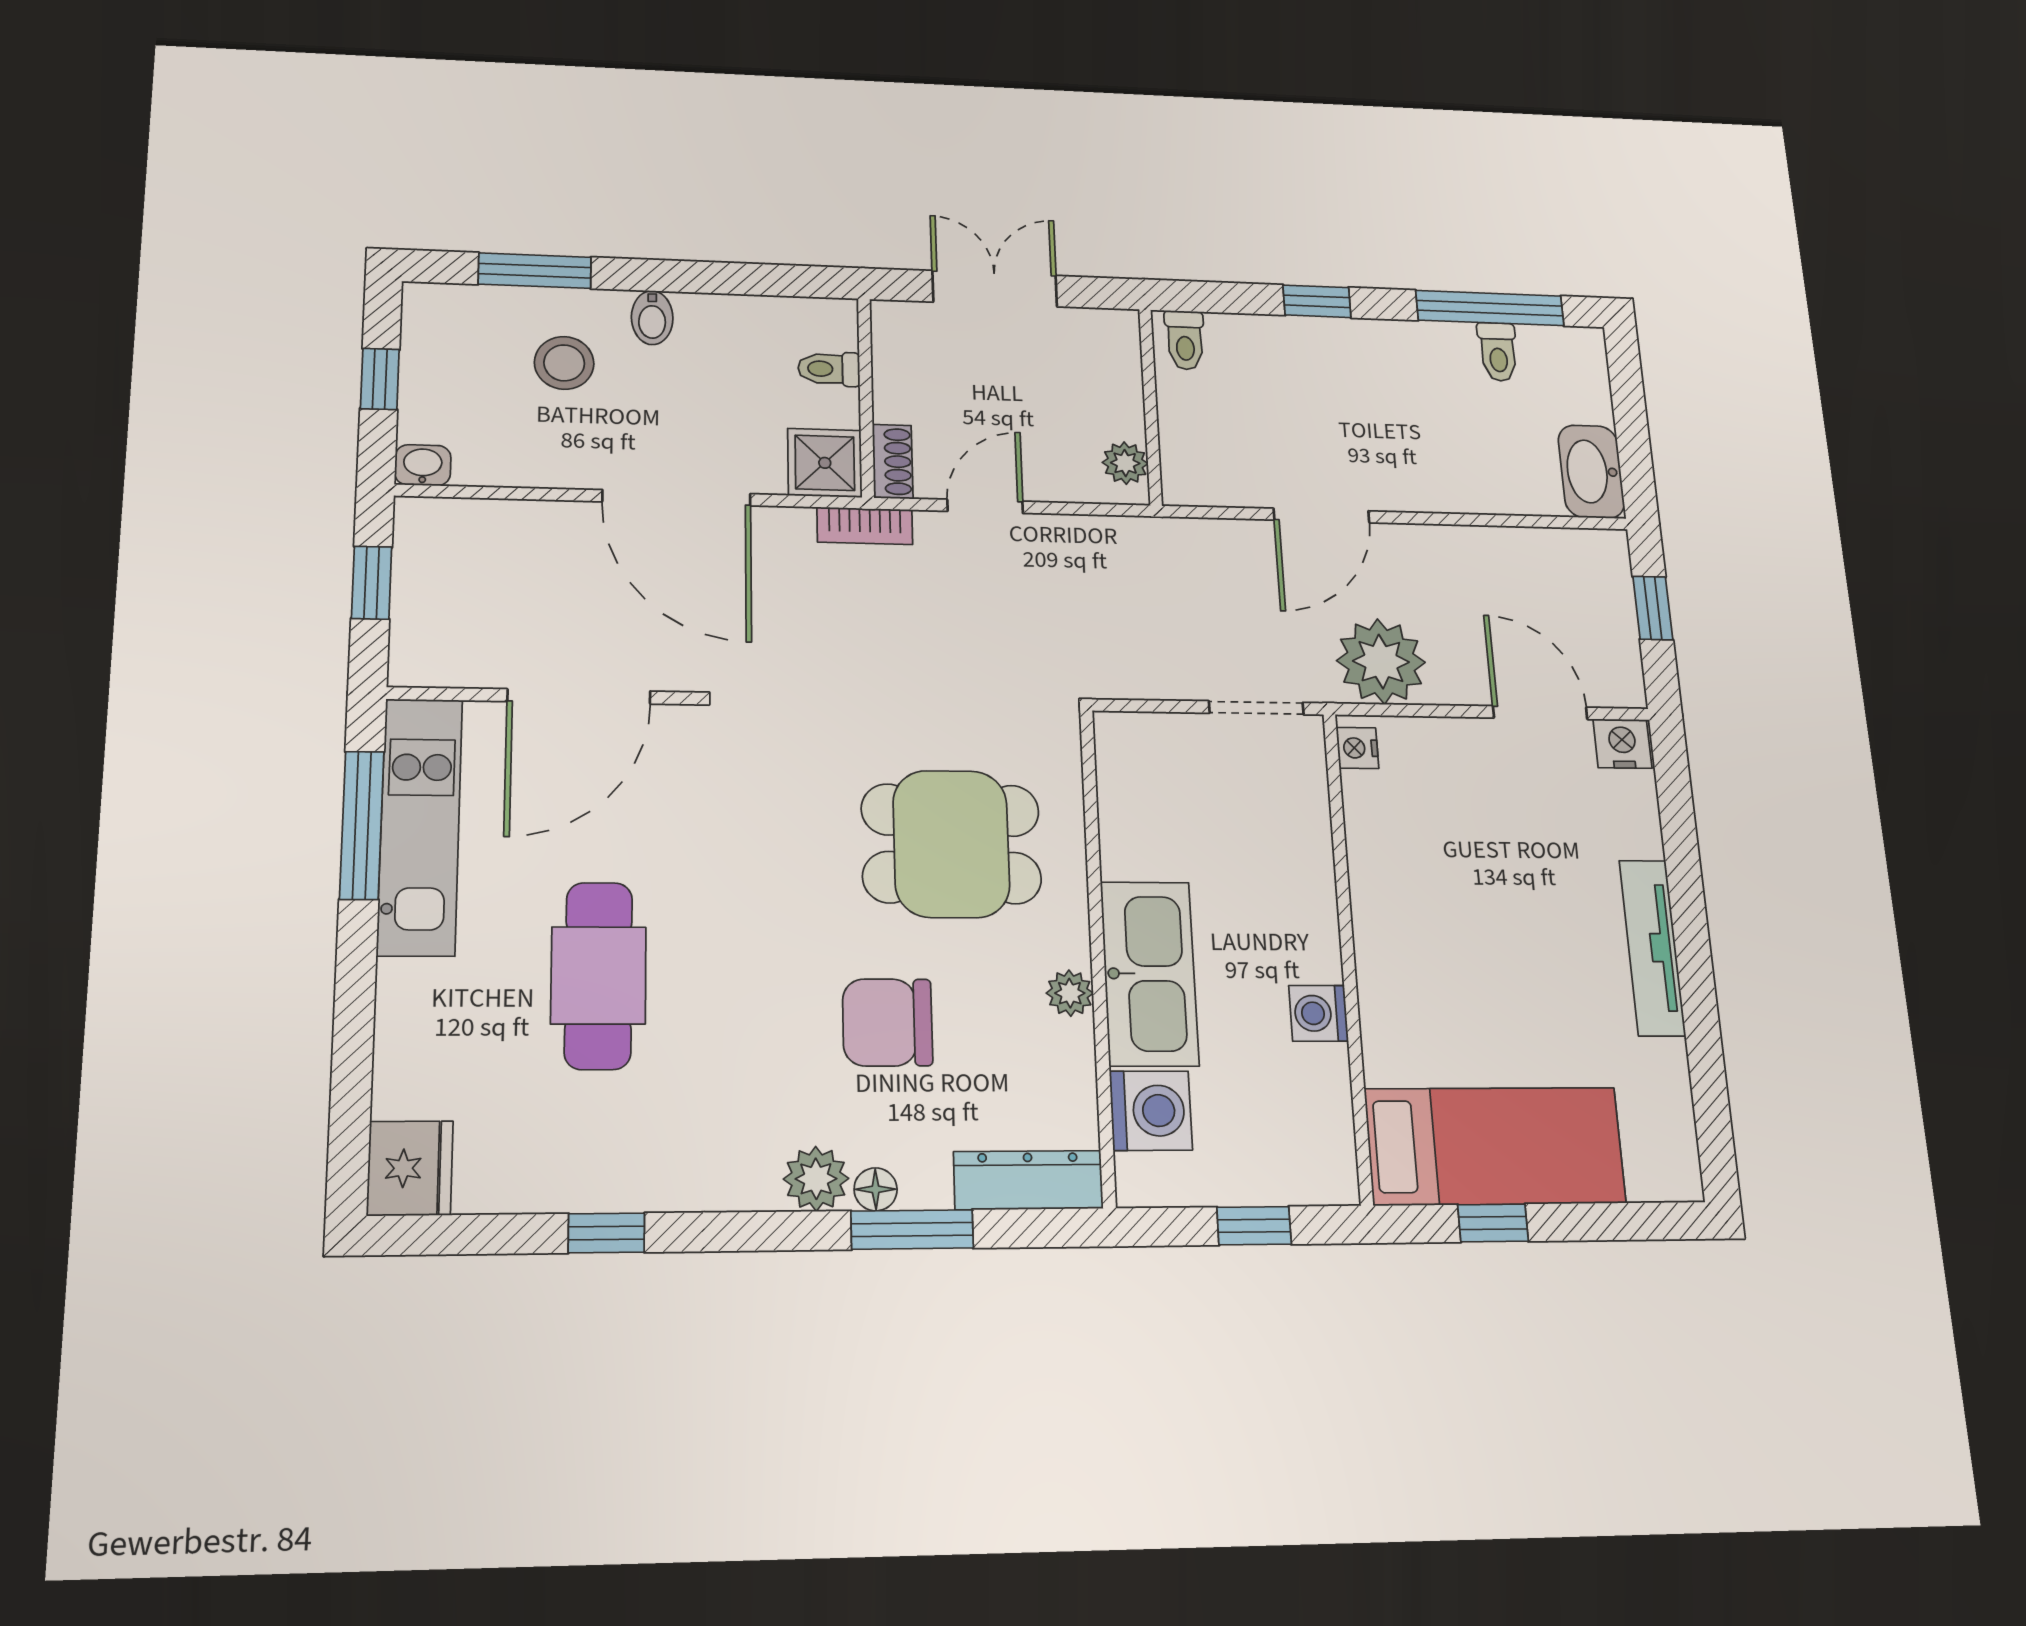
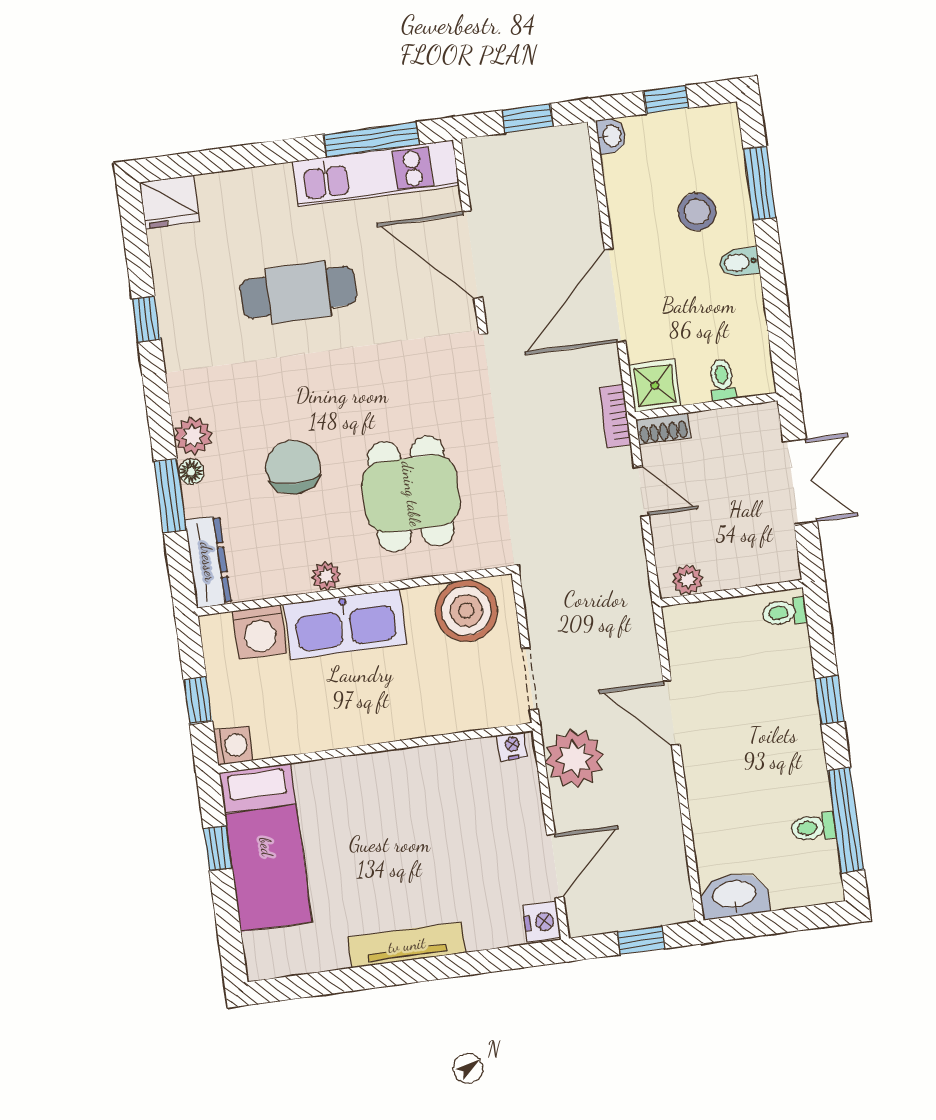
boiler: (1144, 786) -> (466, 611), added
washing machine: (1319, 1013) -> (233, 745), moved, turned 90

